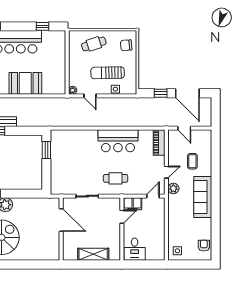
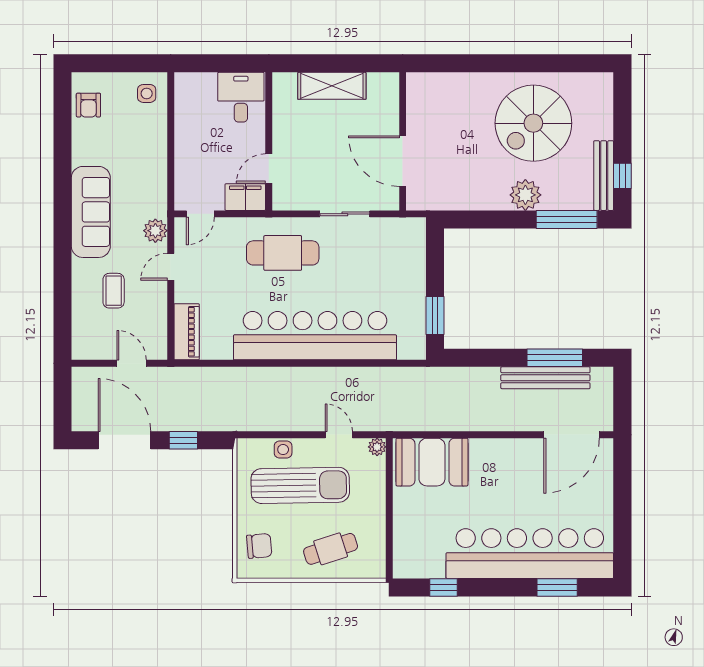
sun lounger: (108, 73) -> (300, 485), width x1.36, depth x1.34
booth: (25, 83) -> (432, 462), moved
bar counter: (118, 141) -> (315, 336), width x1.86
cafe table: (116, 178) -> (283, 253), width x1.37, depth x1.35

